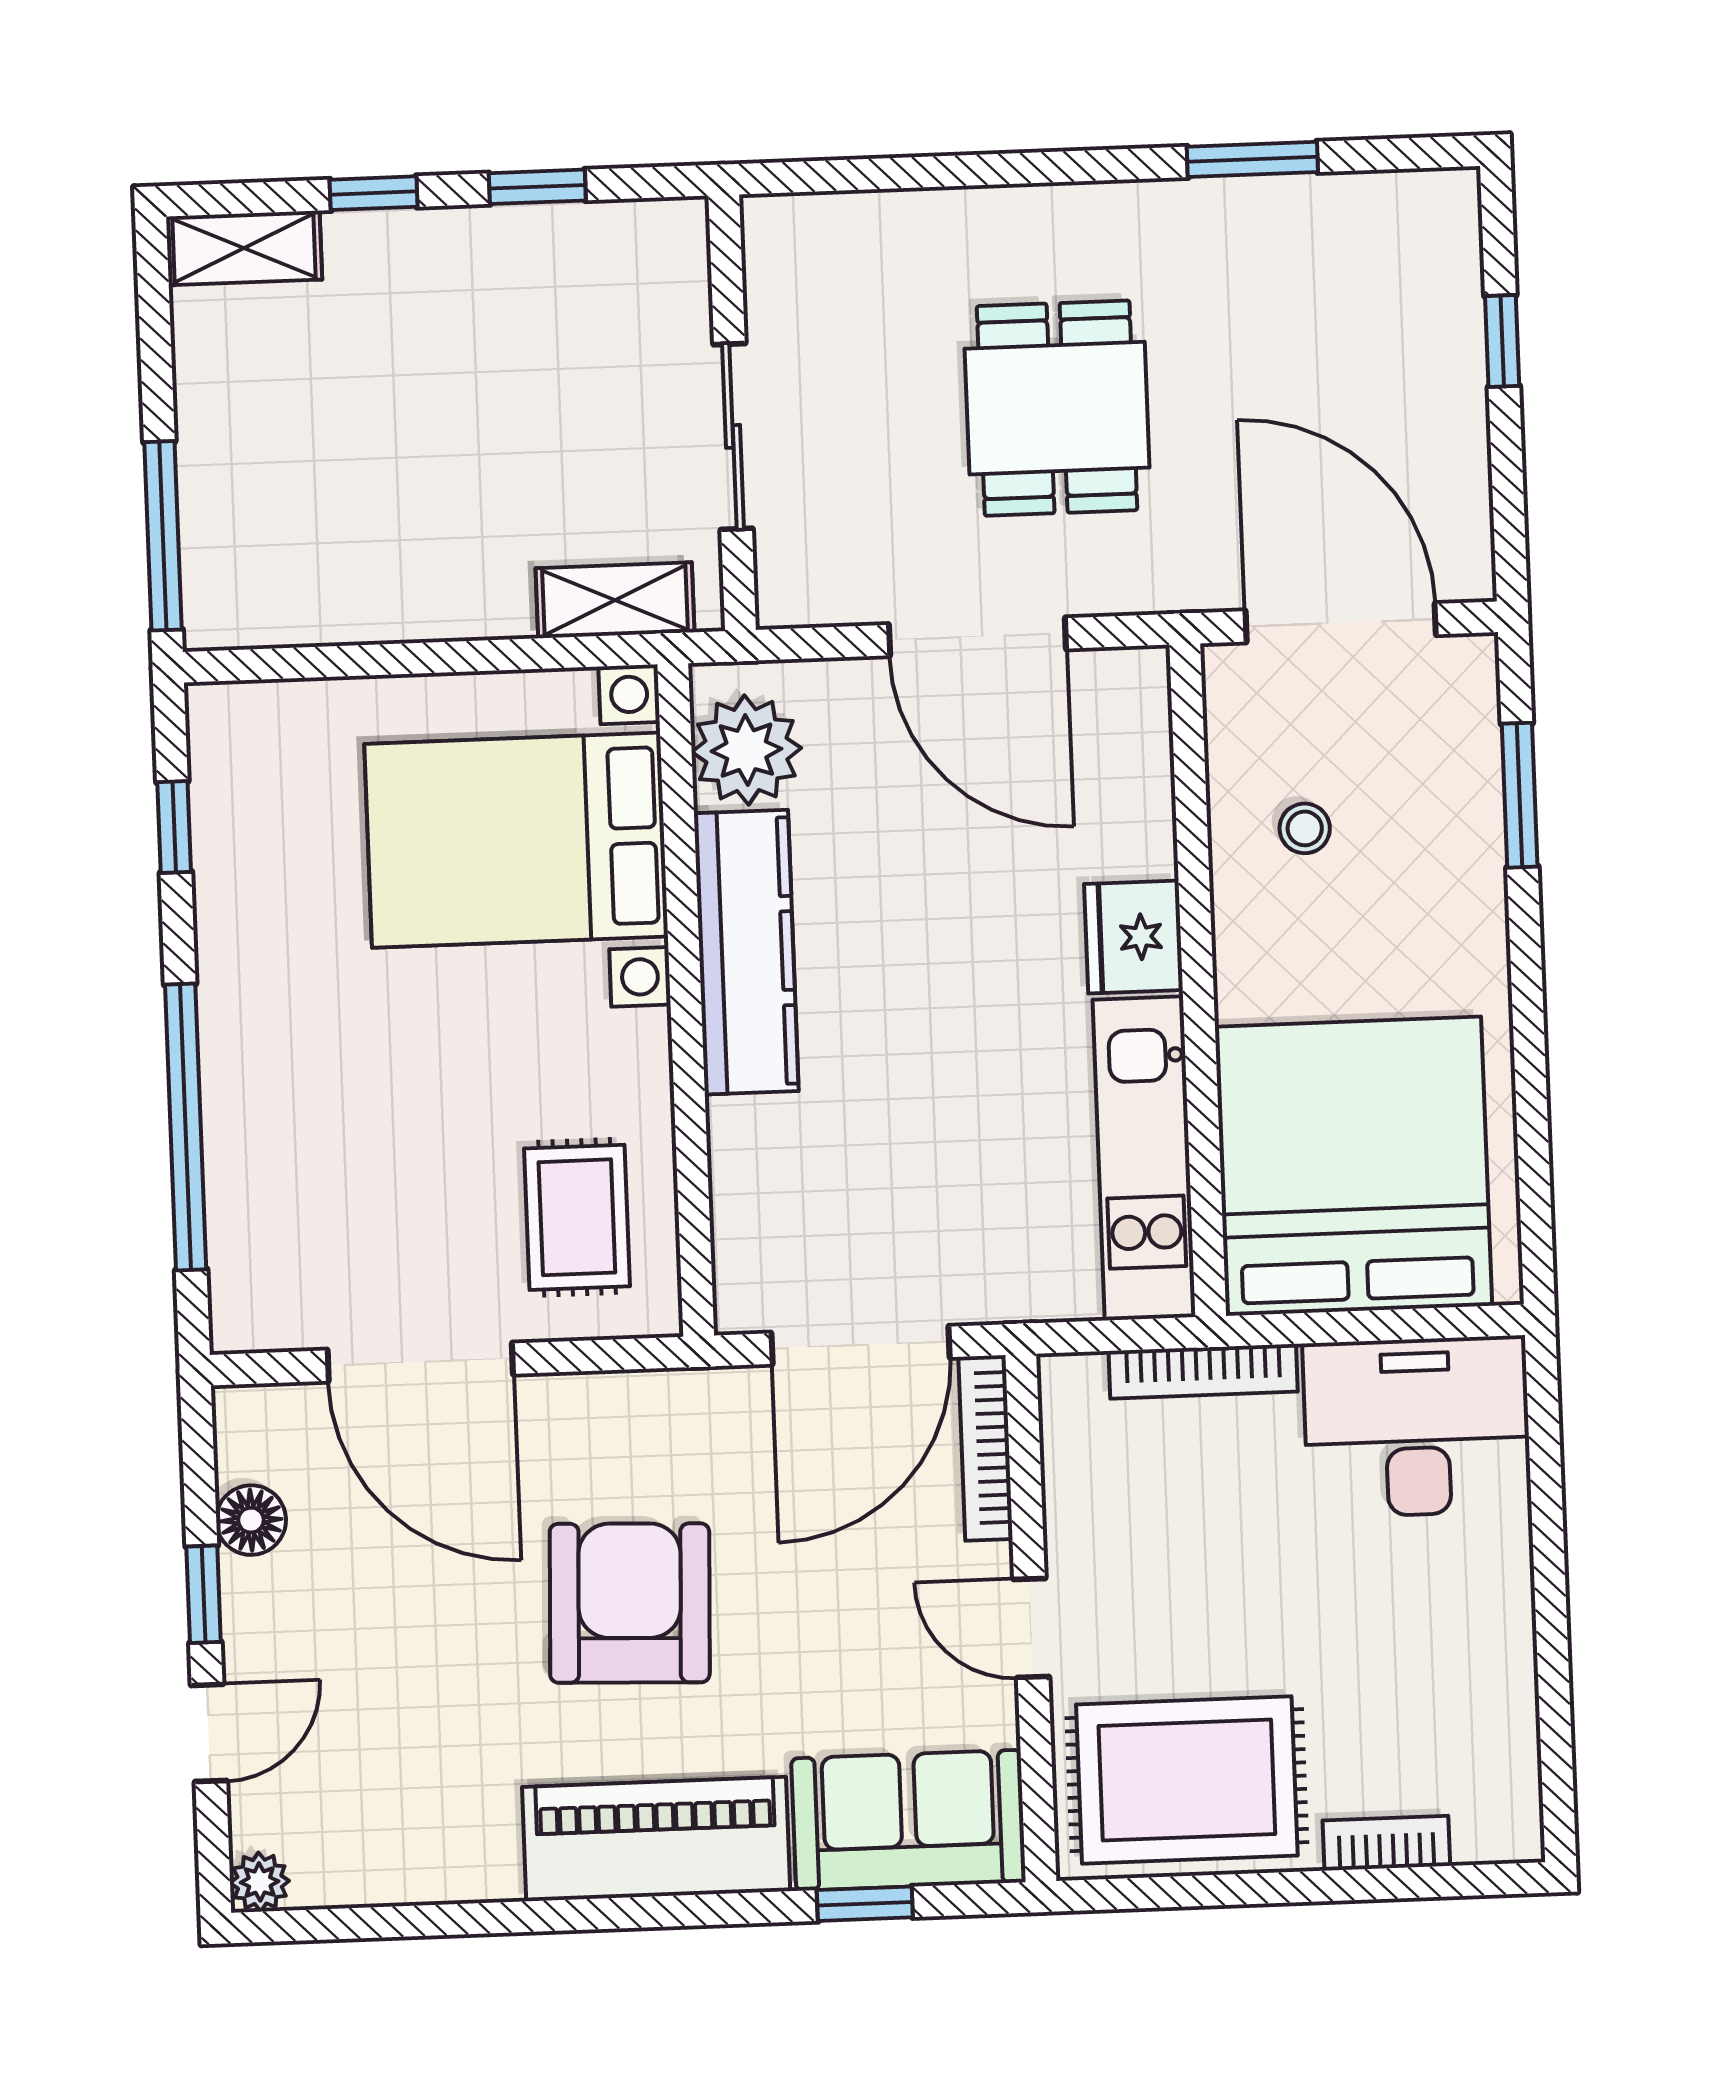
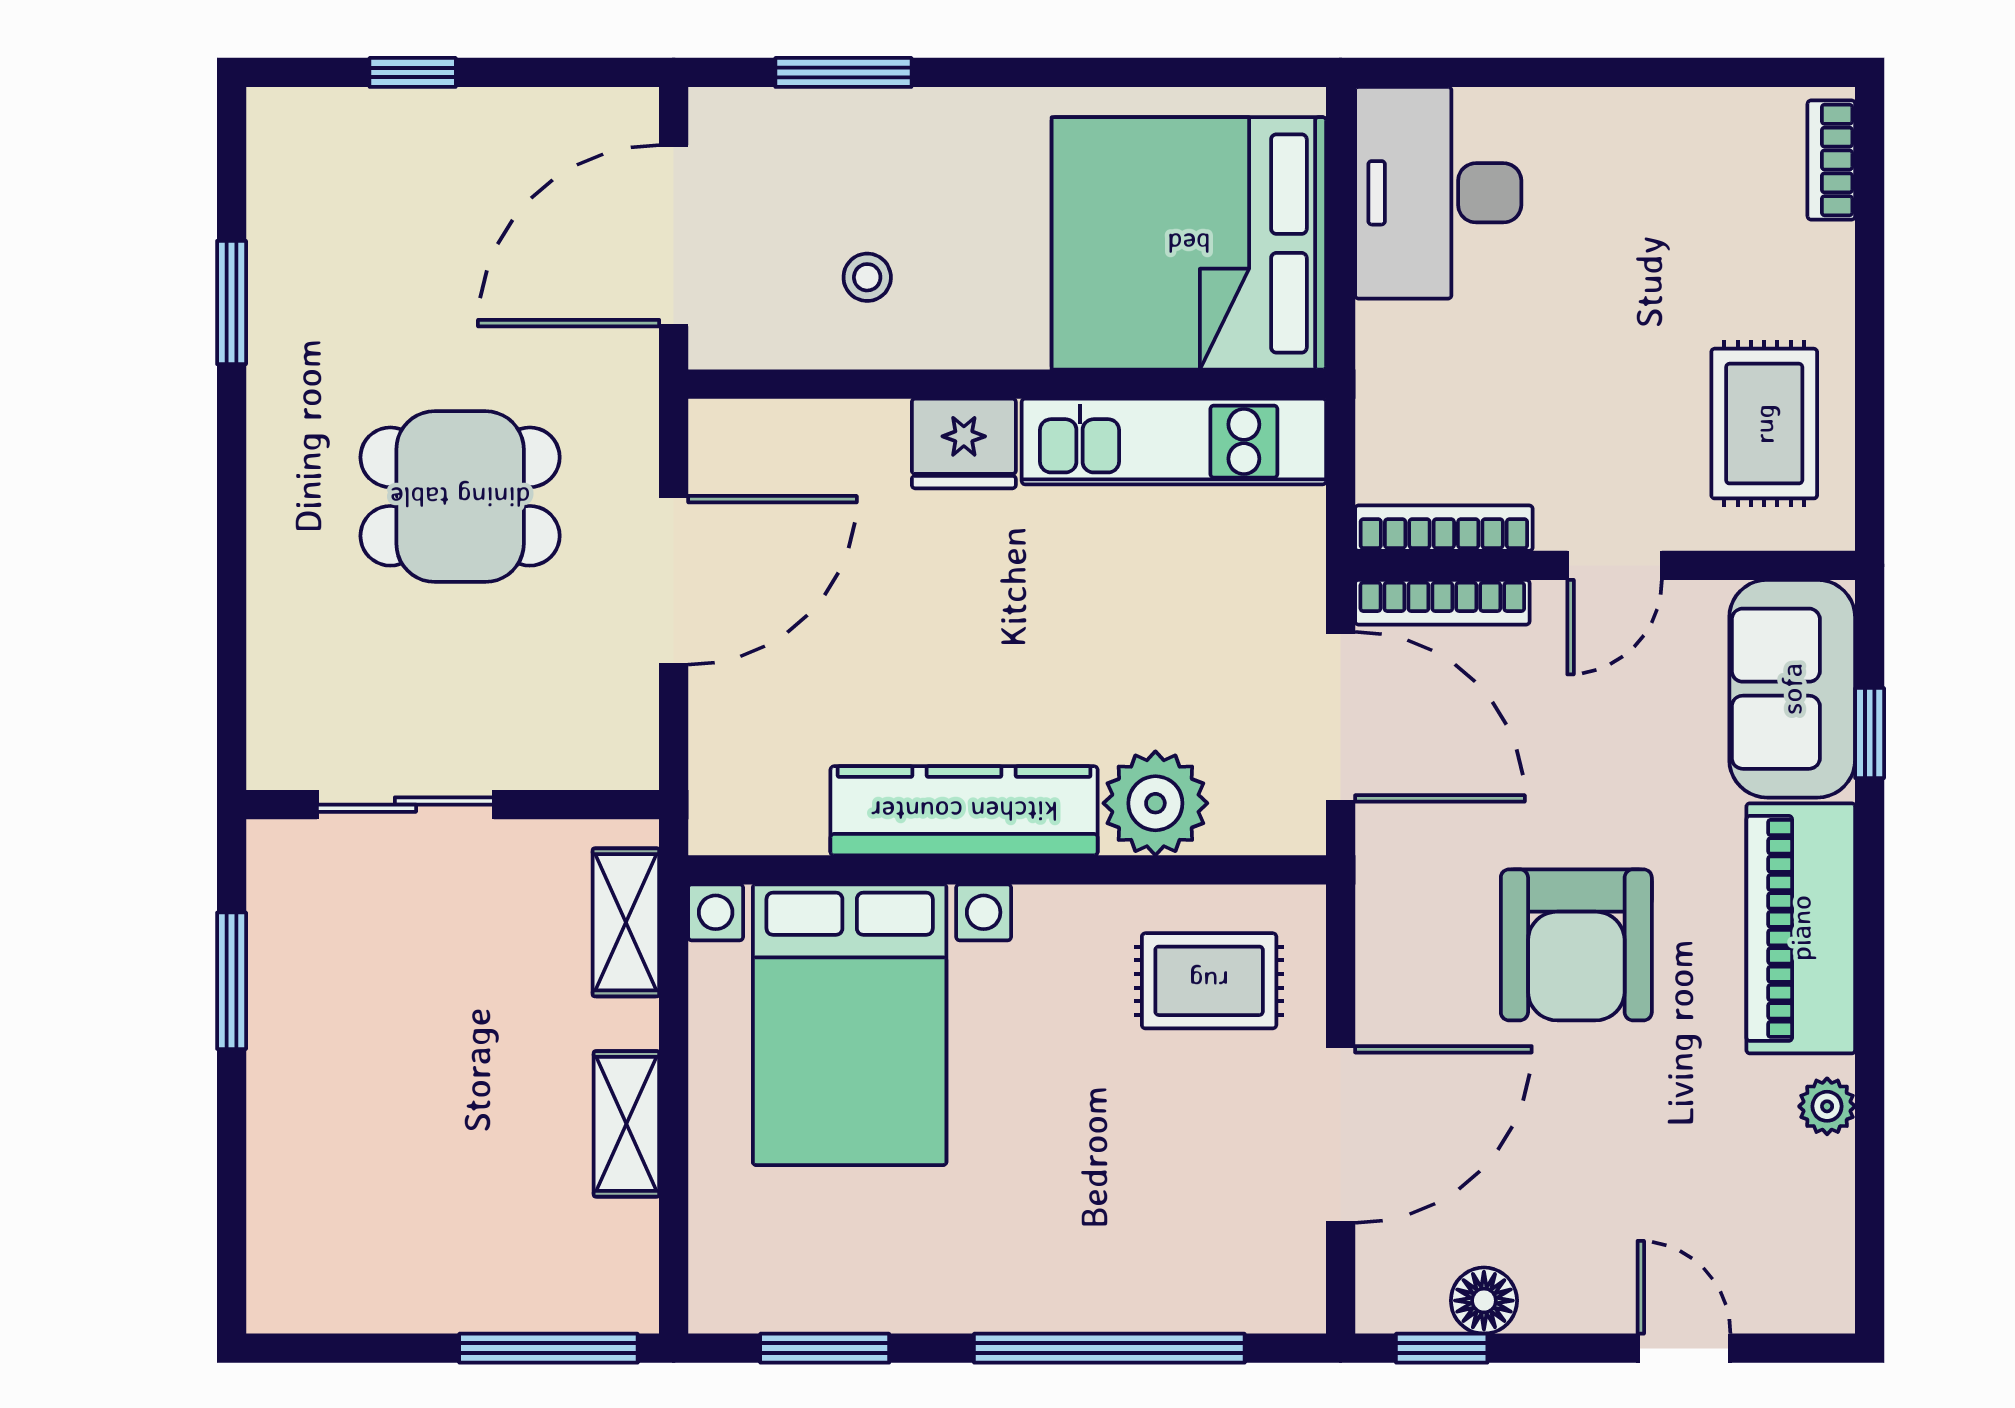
window: (537, 187) -> (232, 981), width x1.50
window: (374, 193) -> (232, 1136), removed
shelving: (244, 248) -> (626, 1124), moved
sliding door: (733, 436) -> (405, 805), moved
plant: (746, 750) -> (1155, 803), moved
window: (174, 827) -> (825, 1348), width x1.50
bookcase: (1203, 1371) -> (1444, 528), moved, turned -90
window: (204, 1594) -> (1442, 1348), moved
armchair: (630, 1603) -> (1576, 945), turned -92
rug: (1187, 1780) -> (1764, 424), width x0.73, depth x0.70
bookcase: (1386, 1843) -> (1831, 160), moved
plant: (260, 1882) -> (1827, 1106), moved

